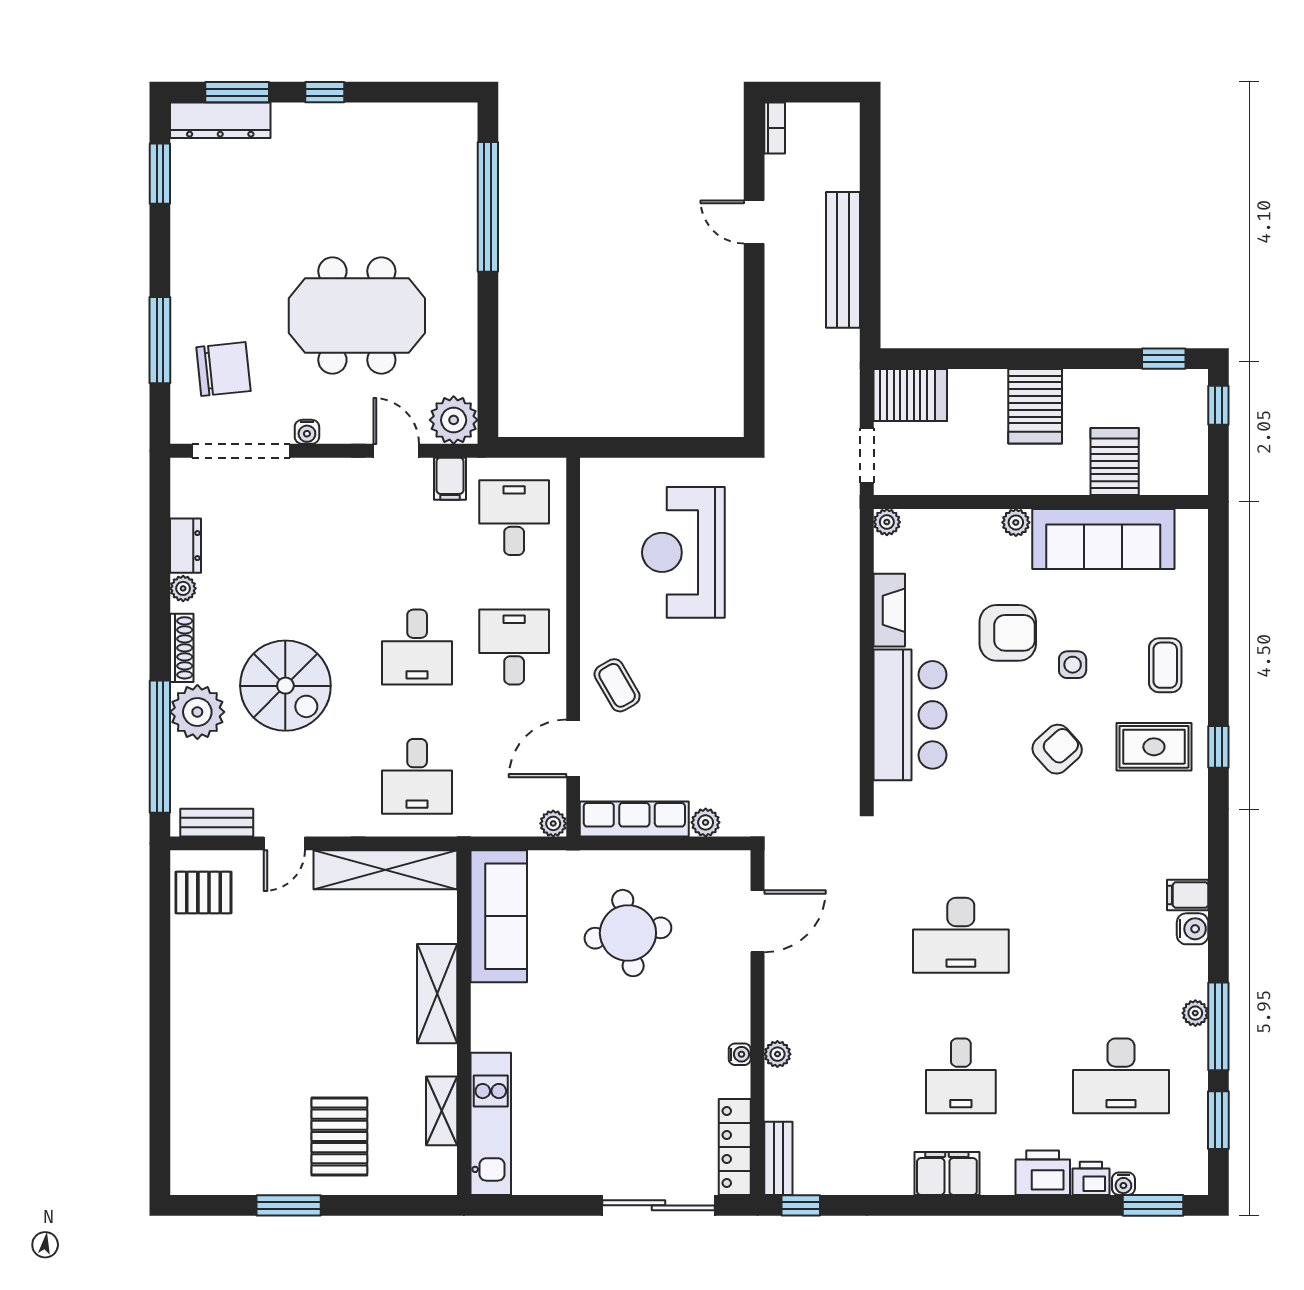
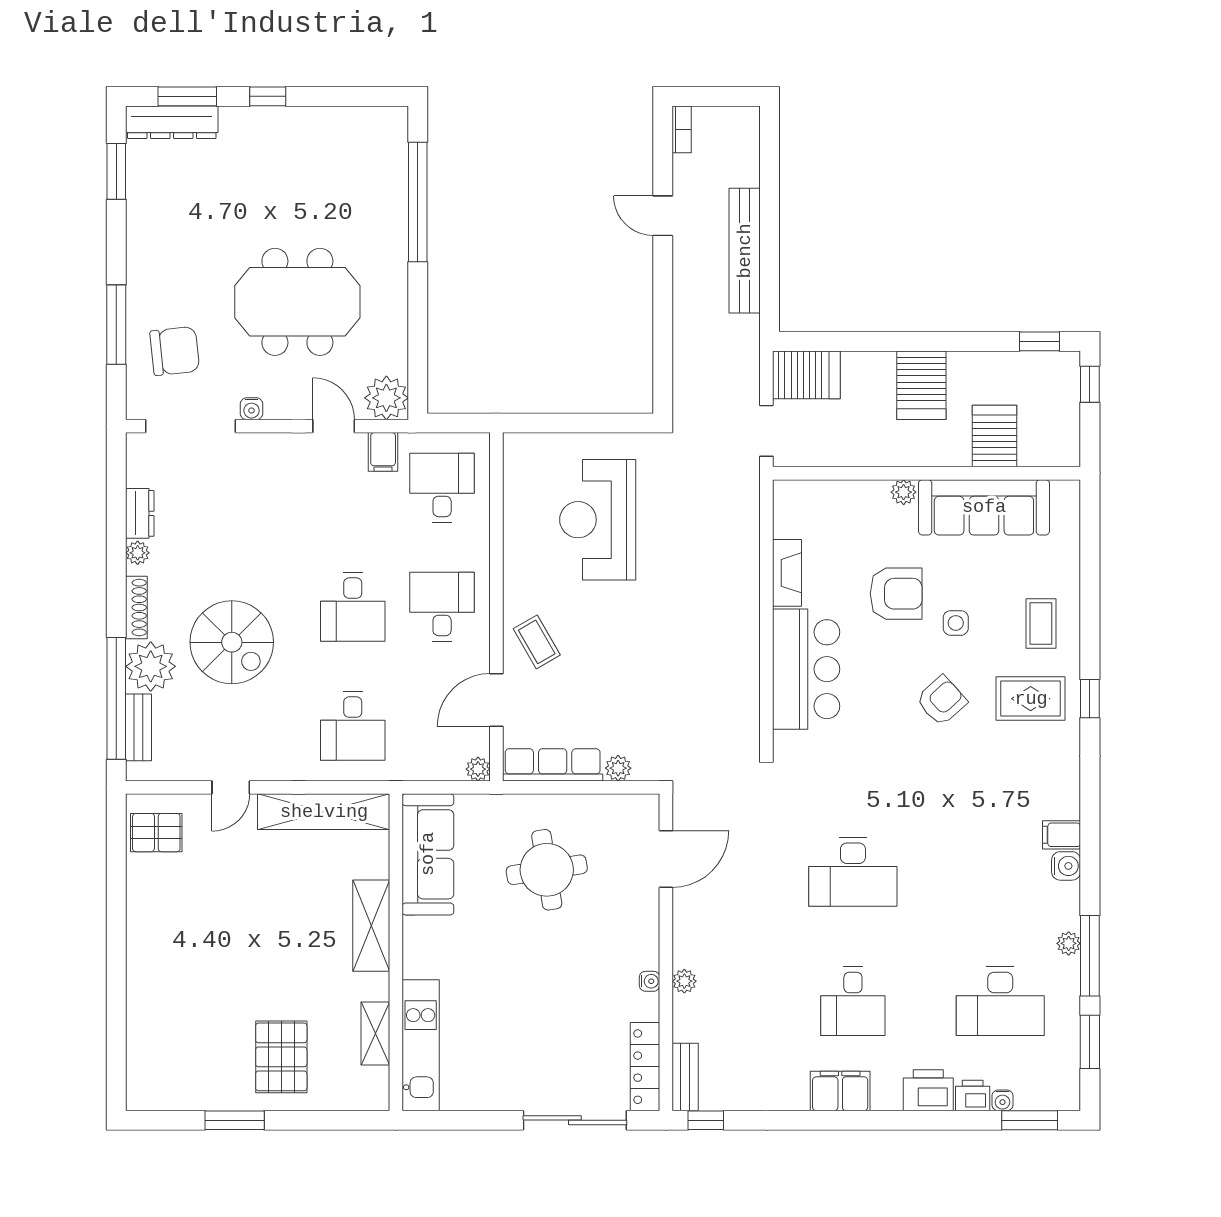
plant: (887, 522) -> (785, 492), removed
bench: (217, 823) -> (139, 727), moved, turned 90

